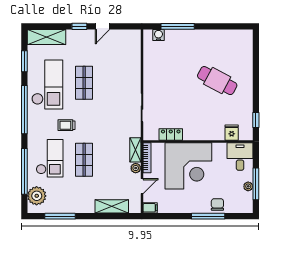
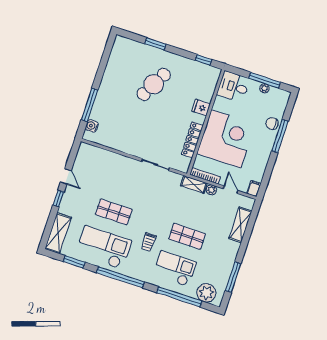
window: (256, 69) -> (155, 44), added
fridge: (232, 133) -> (201, 108), moved
locker: (171, 134) -> (192, 140), width x1.53

